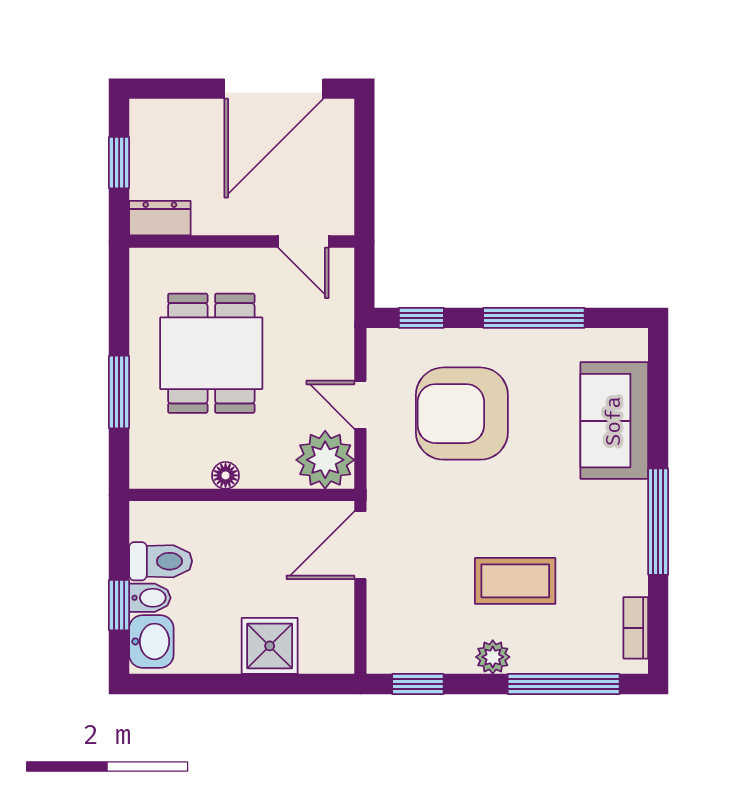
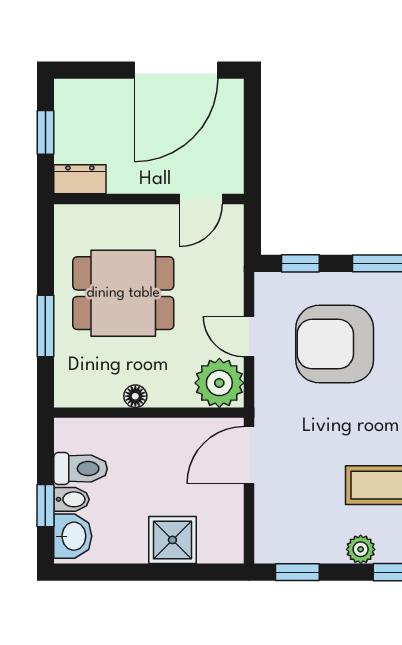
door: (303, 241) -> (201, 199), hinge flipped
dining table: (211, 353) -> (123, 293), turned 90

